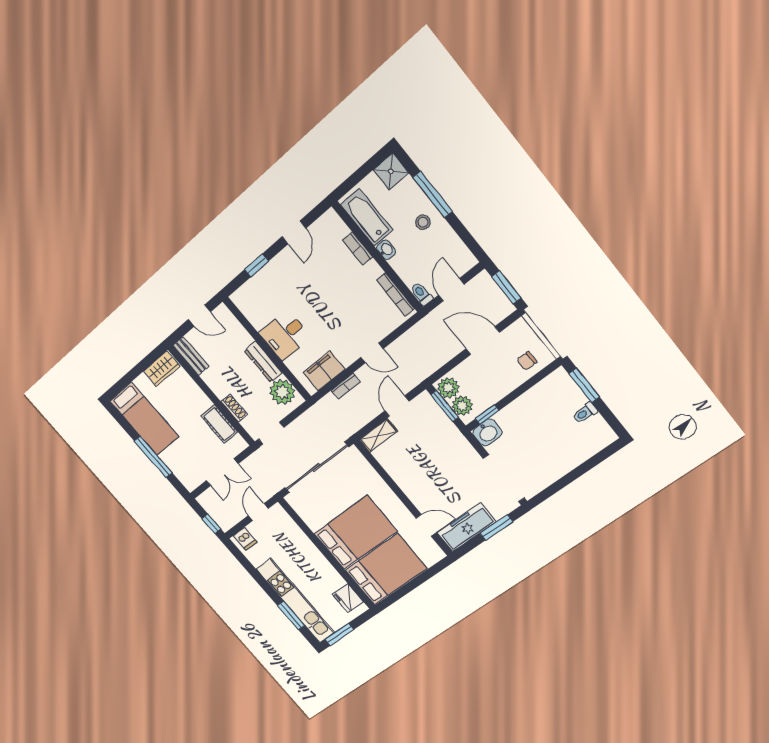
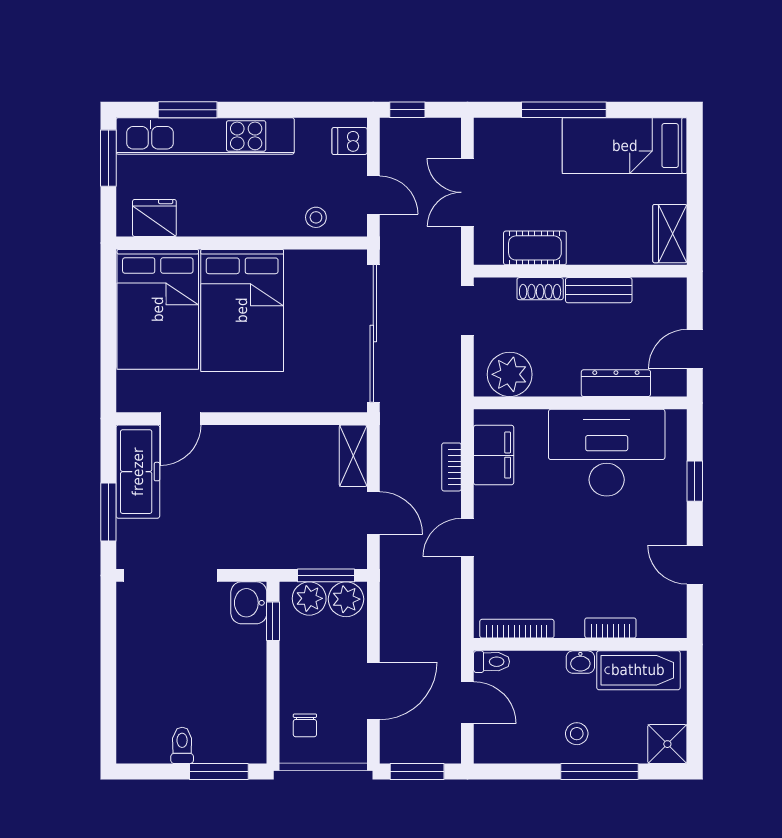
desk: (285, 335) -> (607, 453), width x1.87, depth x1.30
bench: (191, 356) -> (599, 290), moved
chair: (527, 361) -> (305, 725), turned 180
dresser: (263, 362) -> (616, 383), moved
stool: (289, 530) -> (316, 217), added

